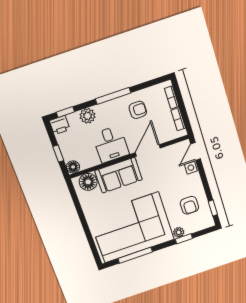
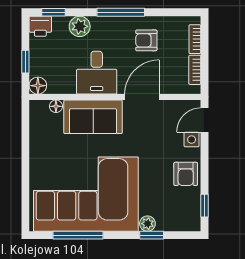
armchair: (138, 110) -> (146, 40), turned 180
floor lamp: (88, 182) -> (56, 106), width x0.53, depth x0.53
armchair: (189, 205) -> (186, 174), moved

